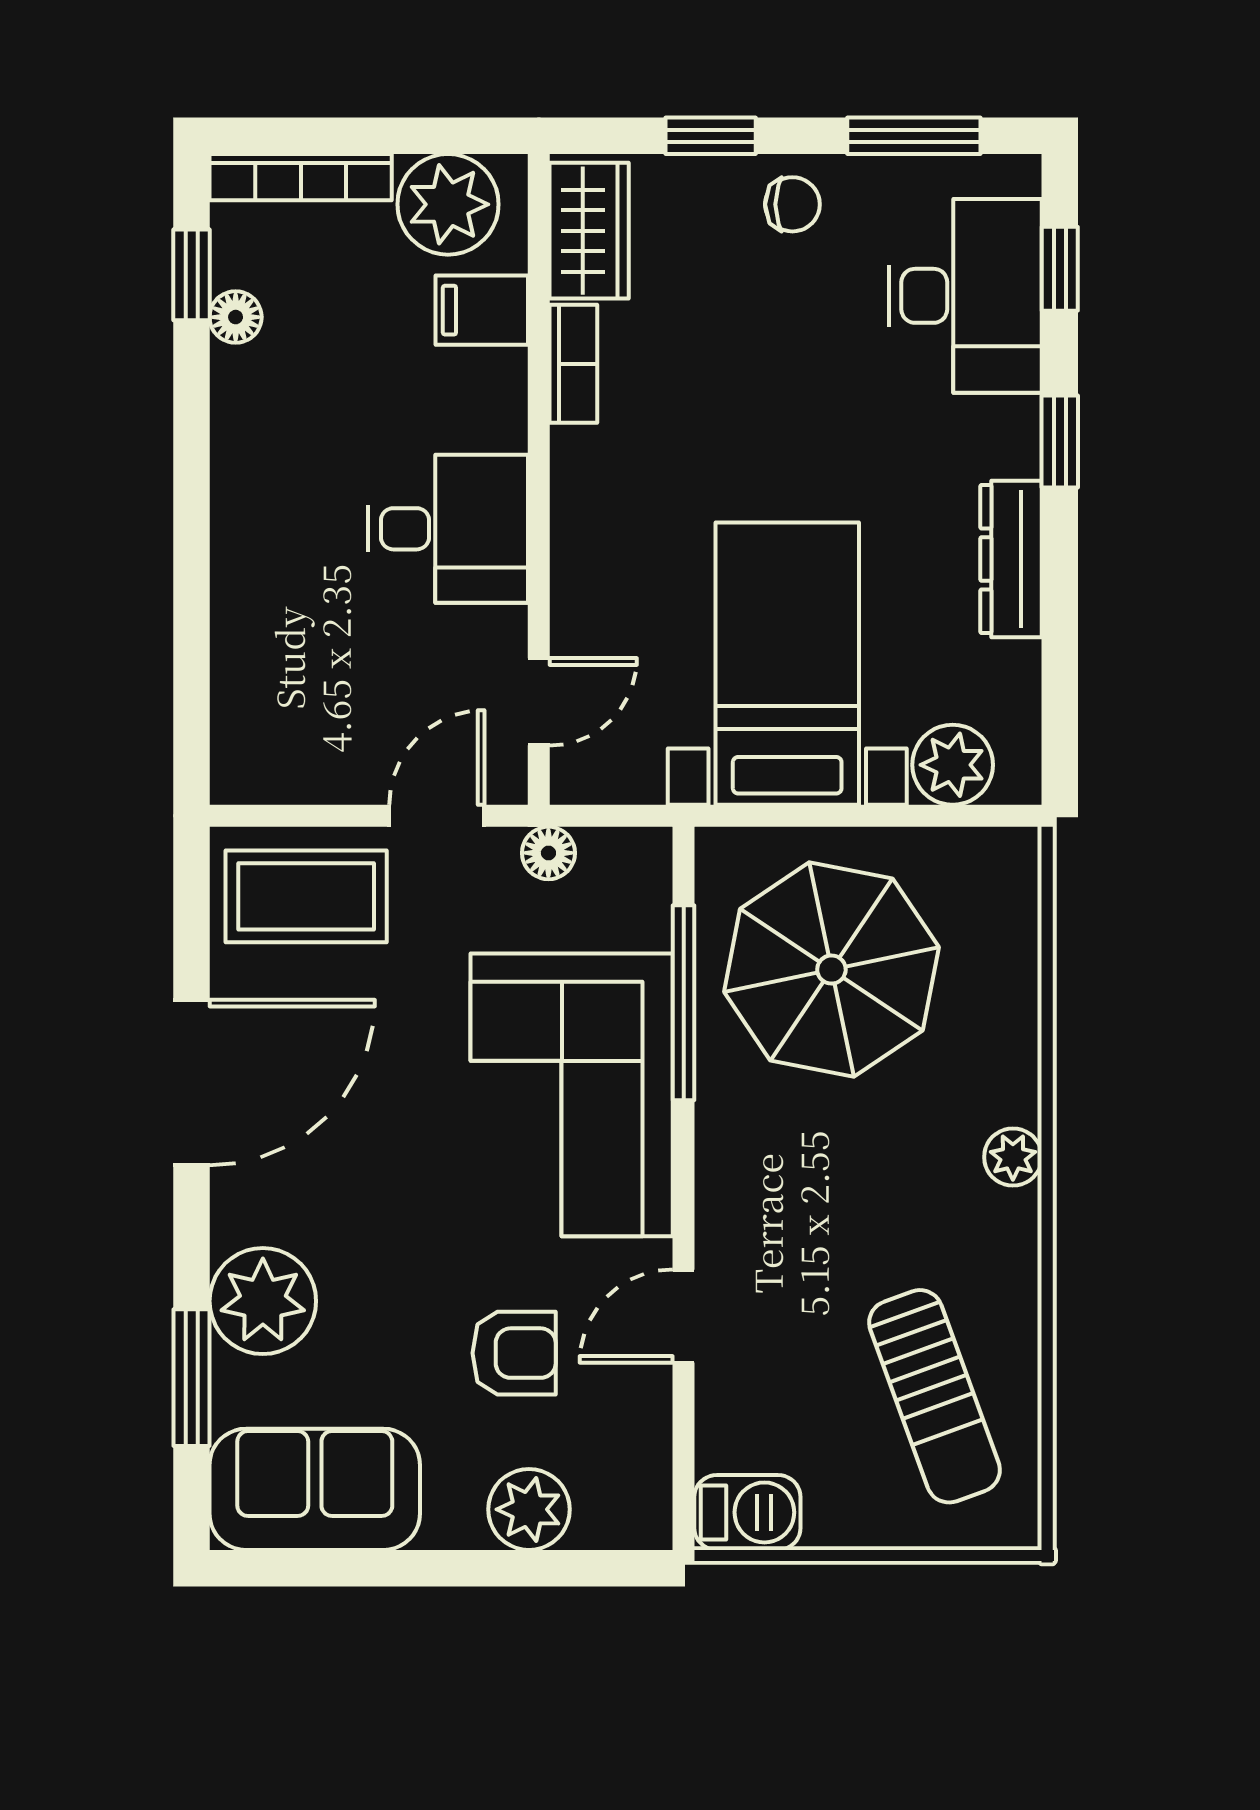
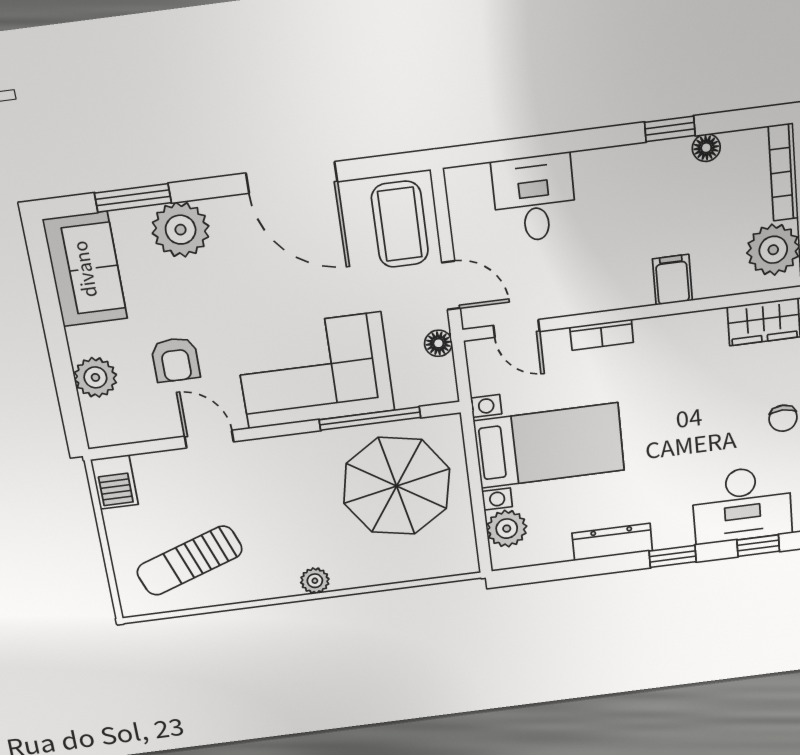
window: (192, 275) -> (670, 129), moved
filing cabinet: (482, 310) -> (672, 280), moved
bookcase: (573, 364) -> (602, 335), moved
desk: (448, 529) -> (534, 198), moved, turned 180

